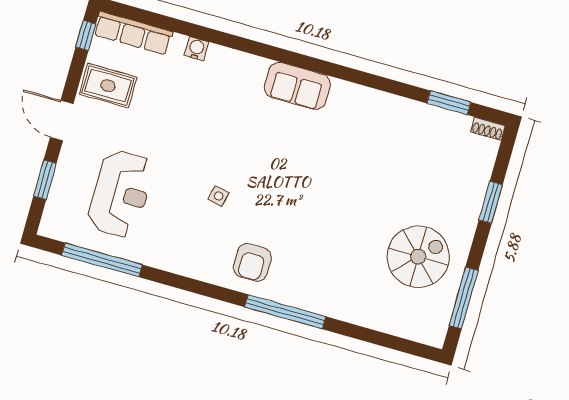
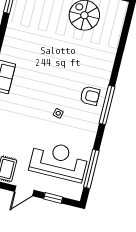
reception desk: (121, 194) -> (59, 161), width x1.36, depth x1.30
window: (285, 312) -> (107, 105), moved

